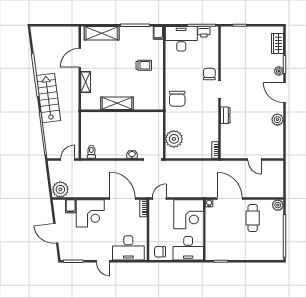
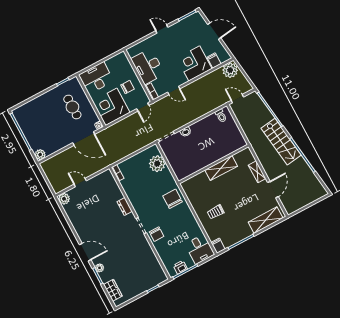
desk: (181, 39) -> (200, 249), width x0.73
plant: (277, 120) -> (64, 199), moved
door: (68, 159) -> (237, 99), swing flipped
door: (123, 198) -> (174, 90), width x0.53
cafe table: (253, 218) -> (72, 107), moved
desk: (128, 248) -> (148, 66), moved, turned -90
chair: (160, 252) -> (127, 87), moved

